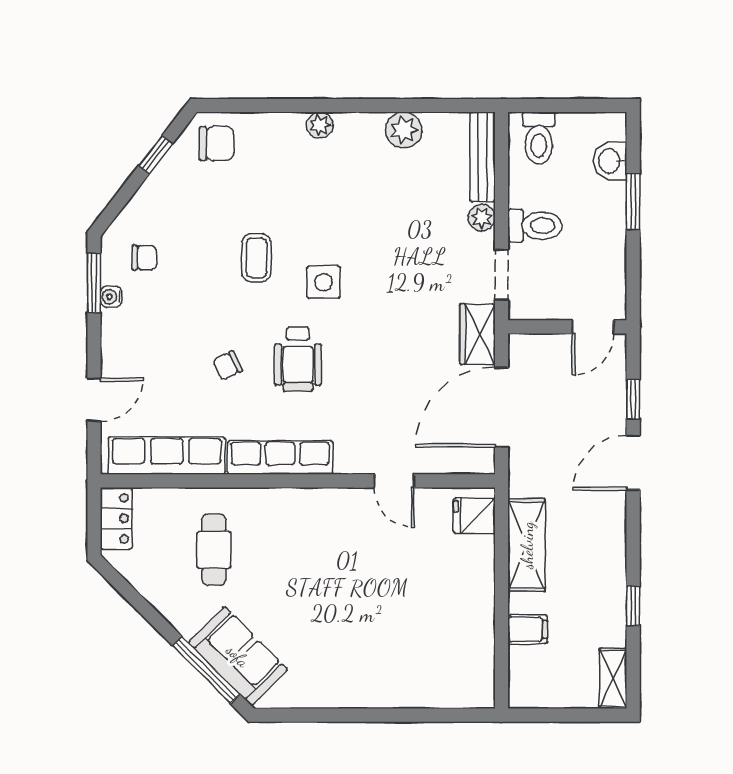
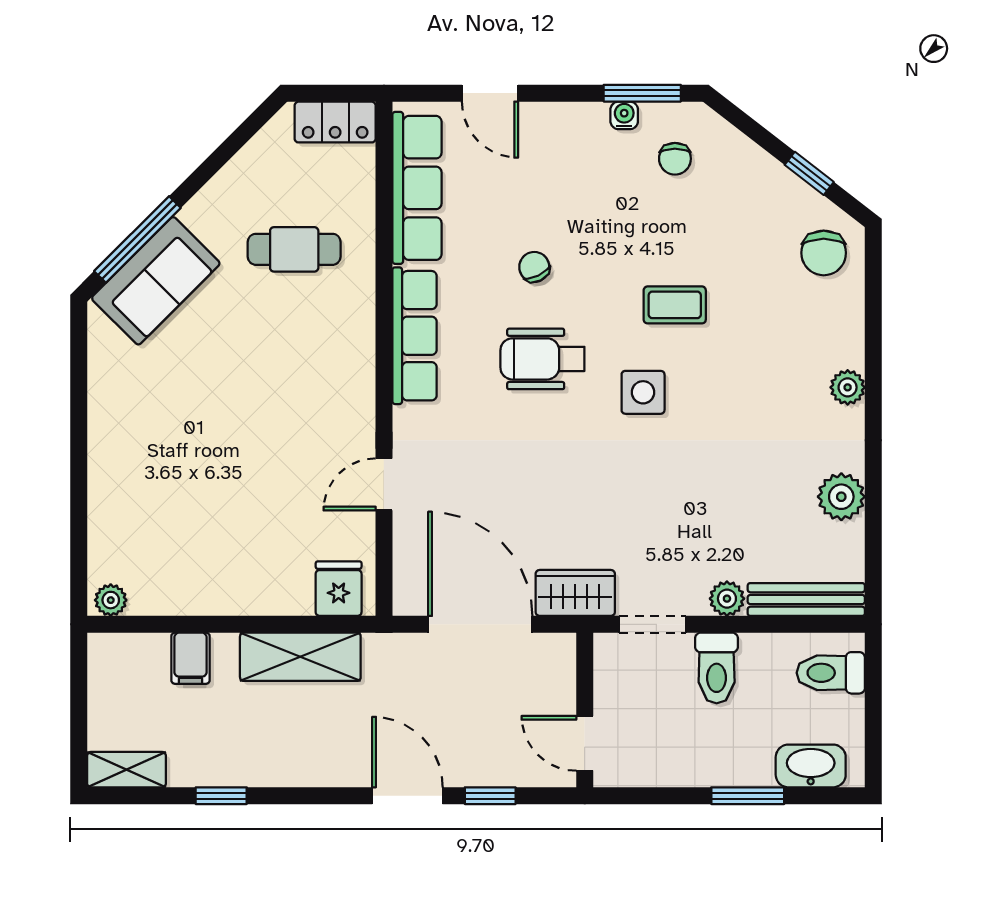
washbasin: (610, 161) -> (811, 766), width x1.38
plant: (483, 691) -> (111, 600), added

